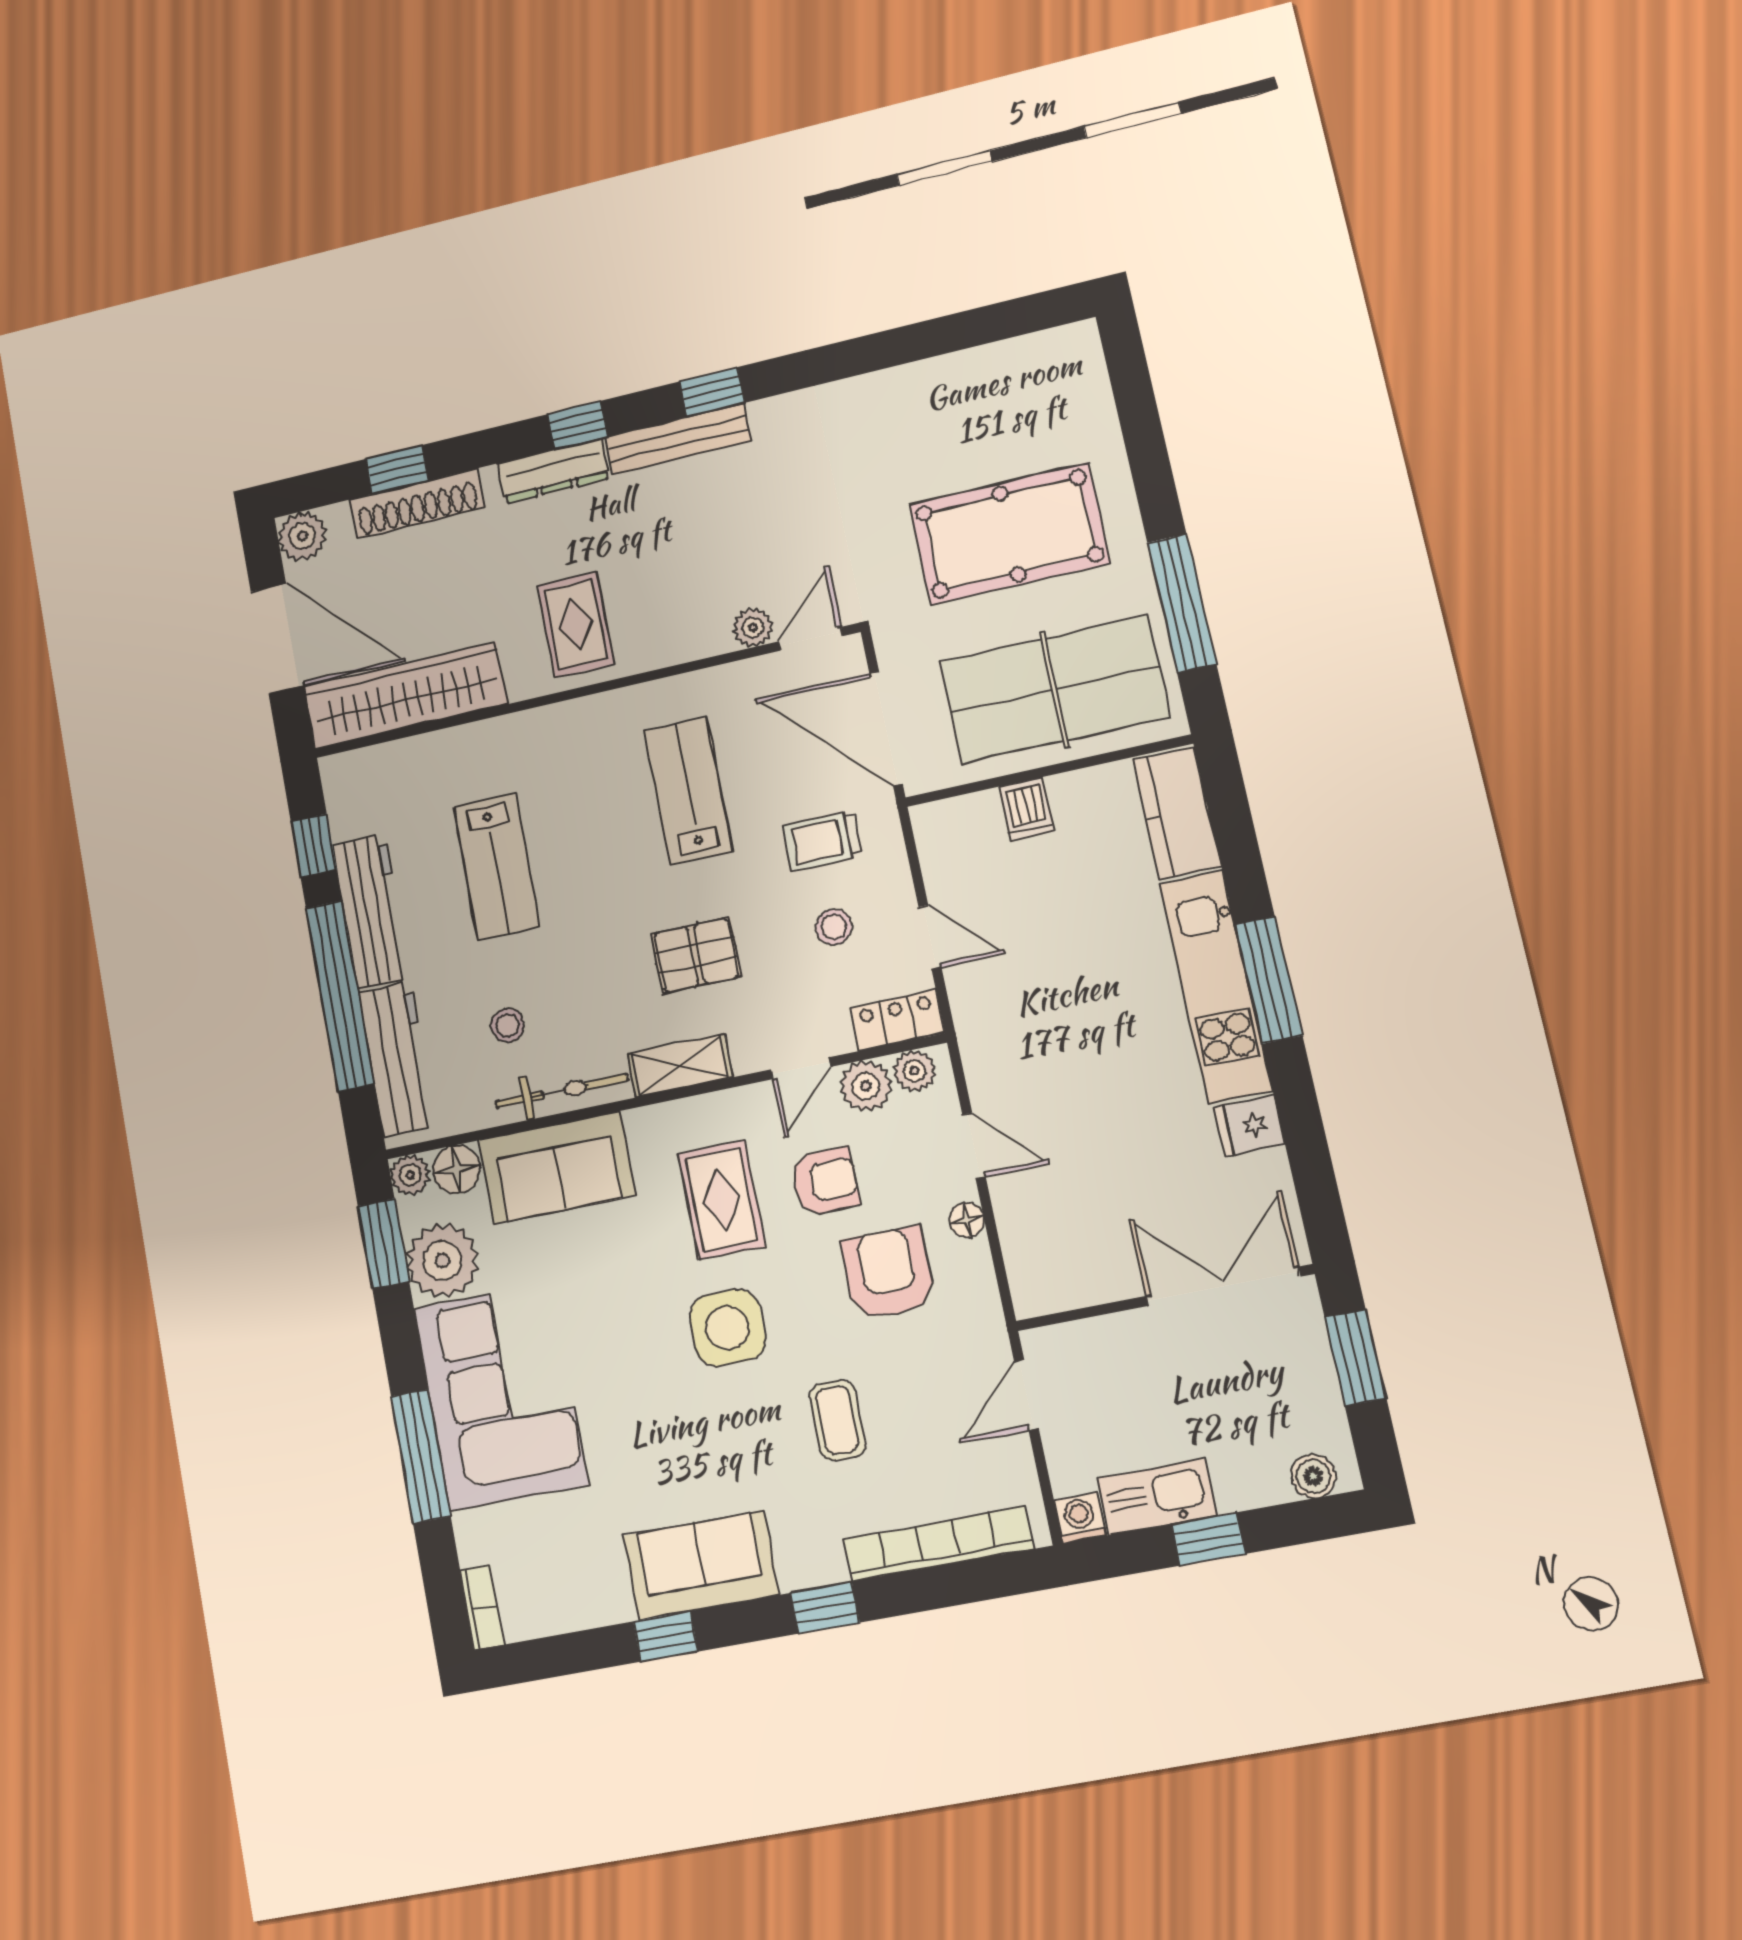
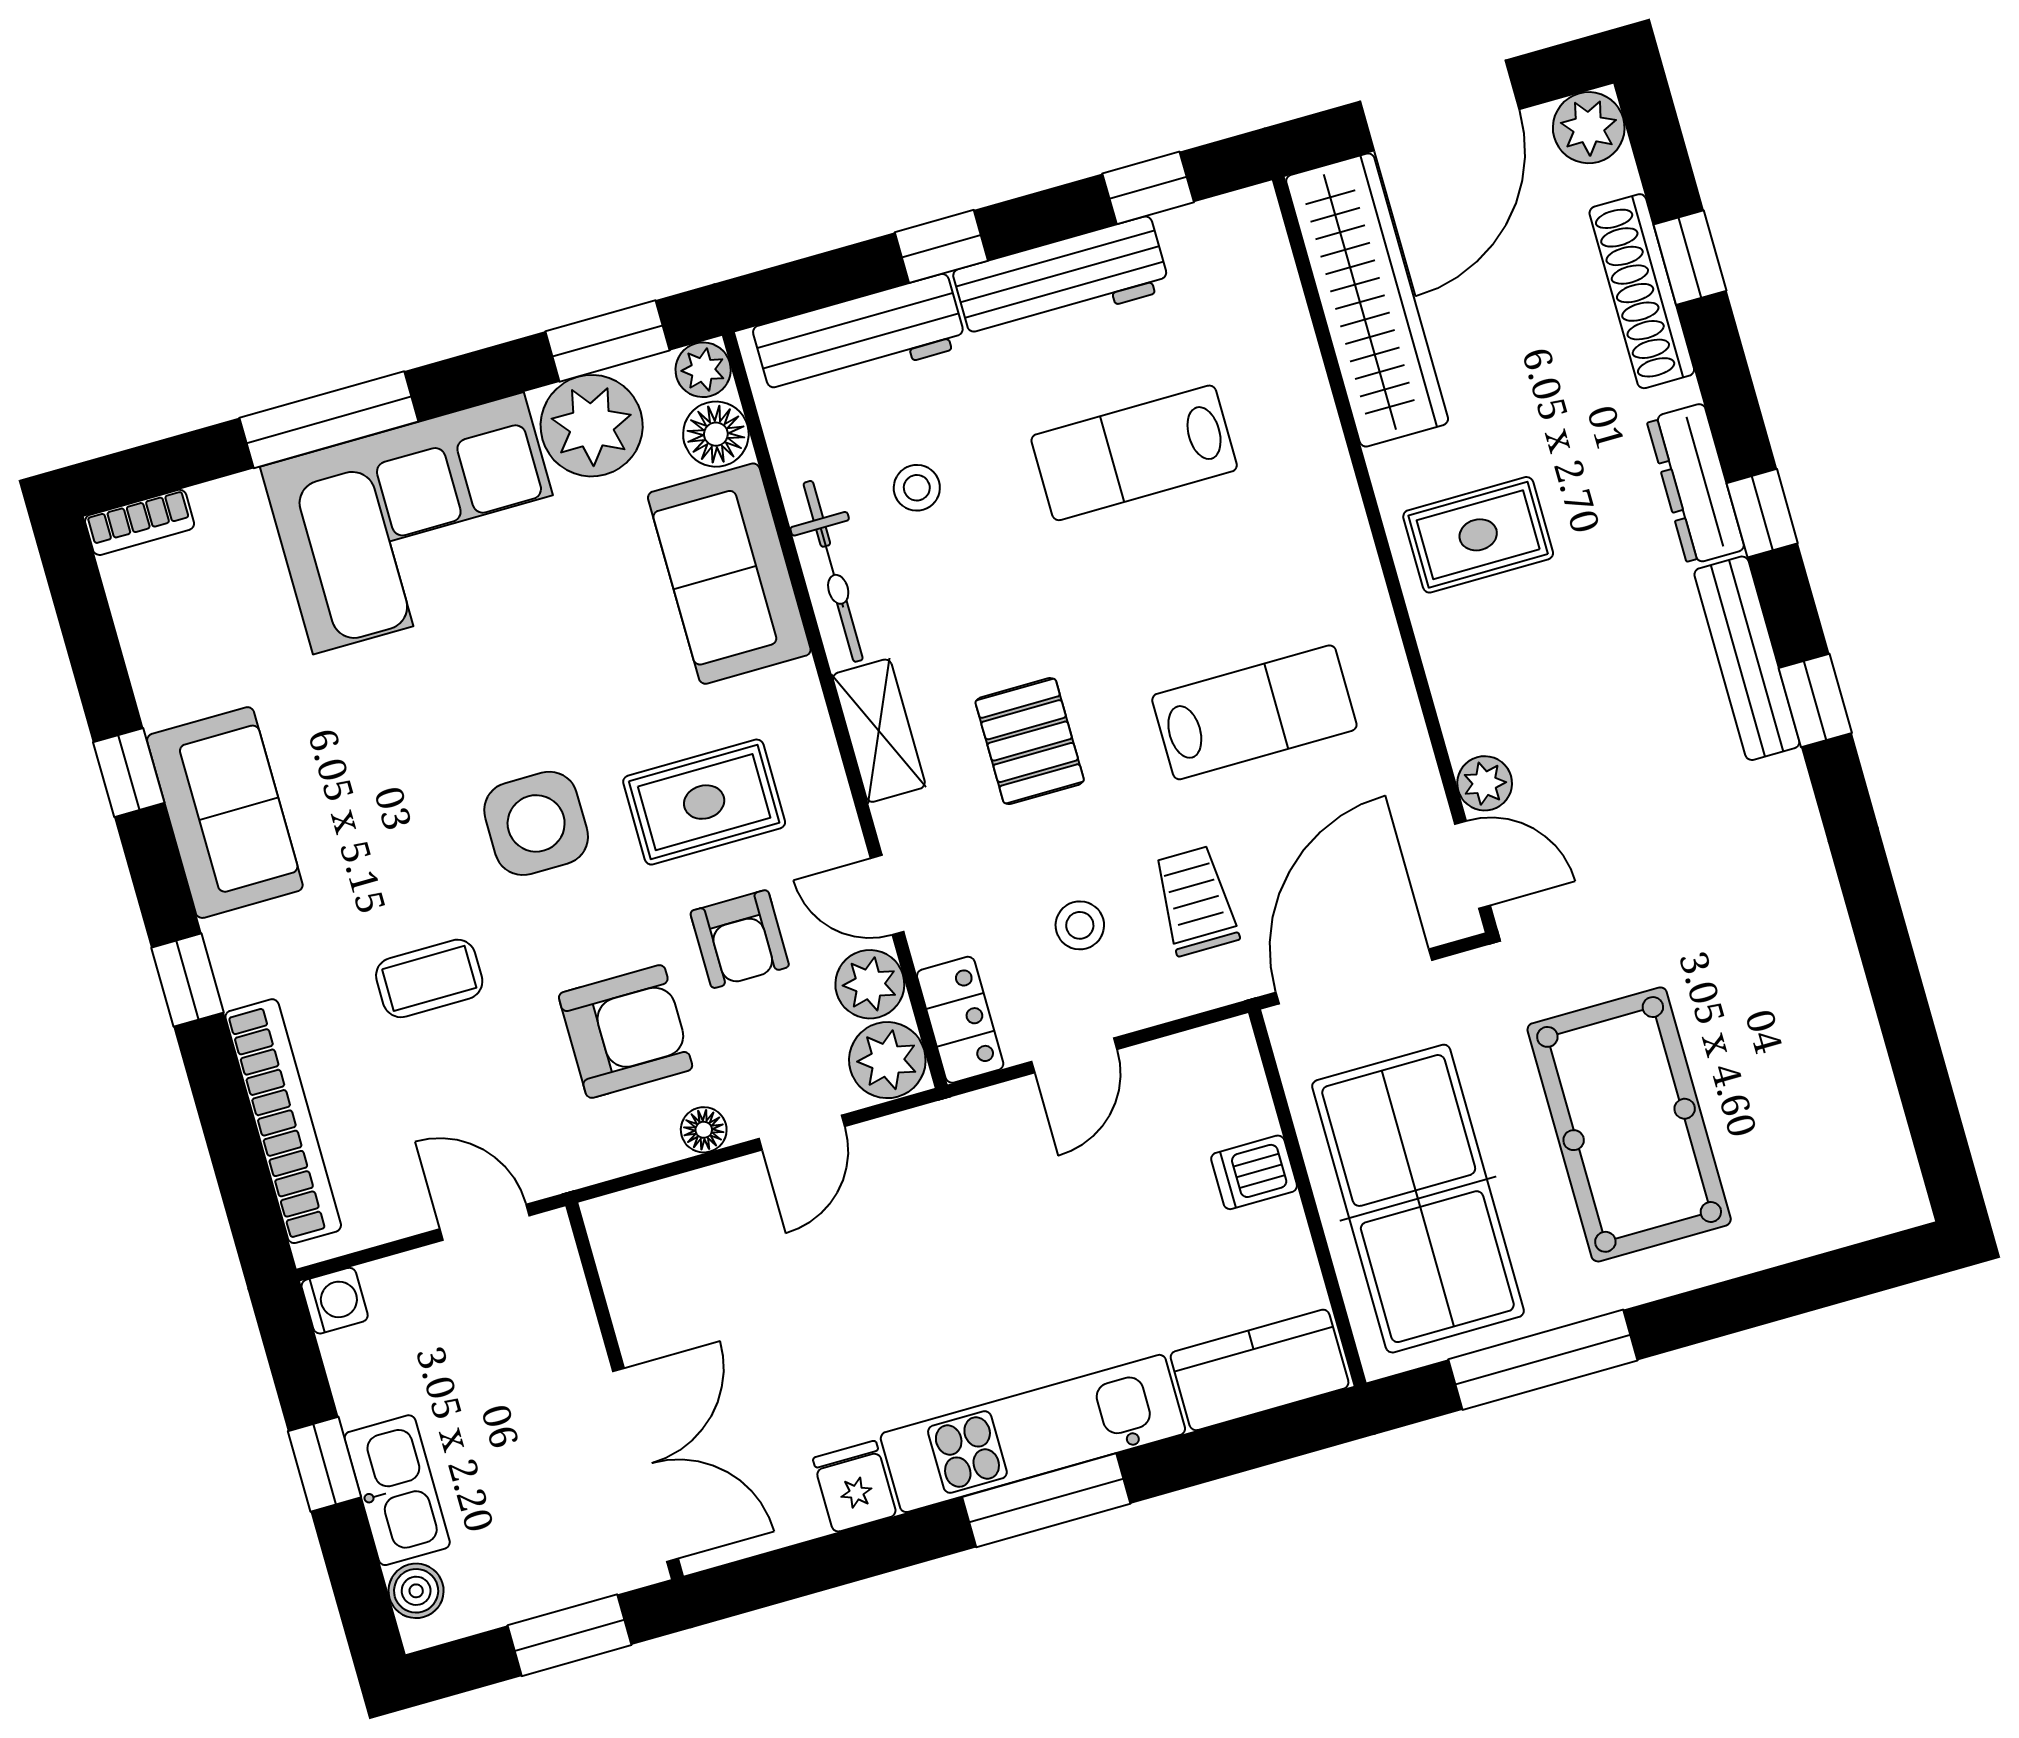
window: (340, 996) -> (941, 246), width x0.32
plant: (914, 1071) -> (887, 1060), width x1.38, depth x1.38
kitchen sink: (1157, 1497) -> (397, 1490), moved

